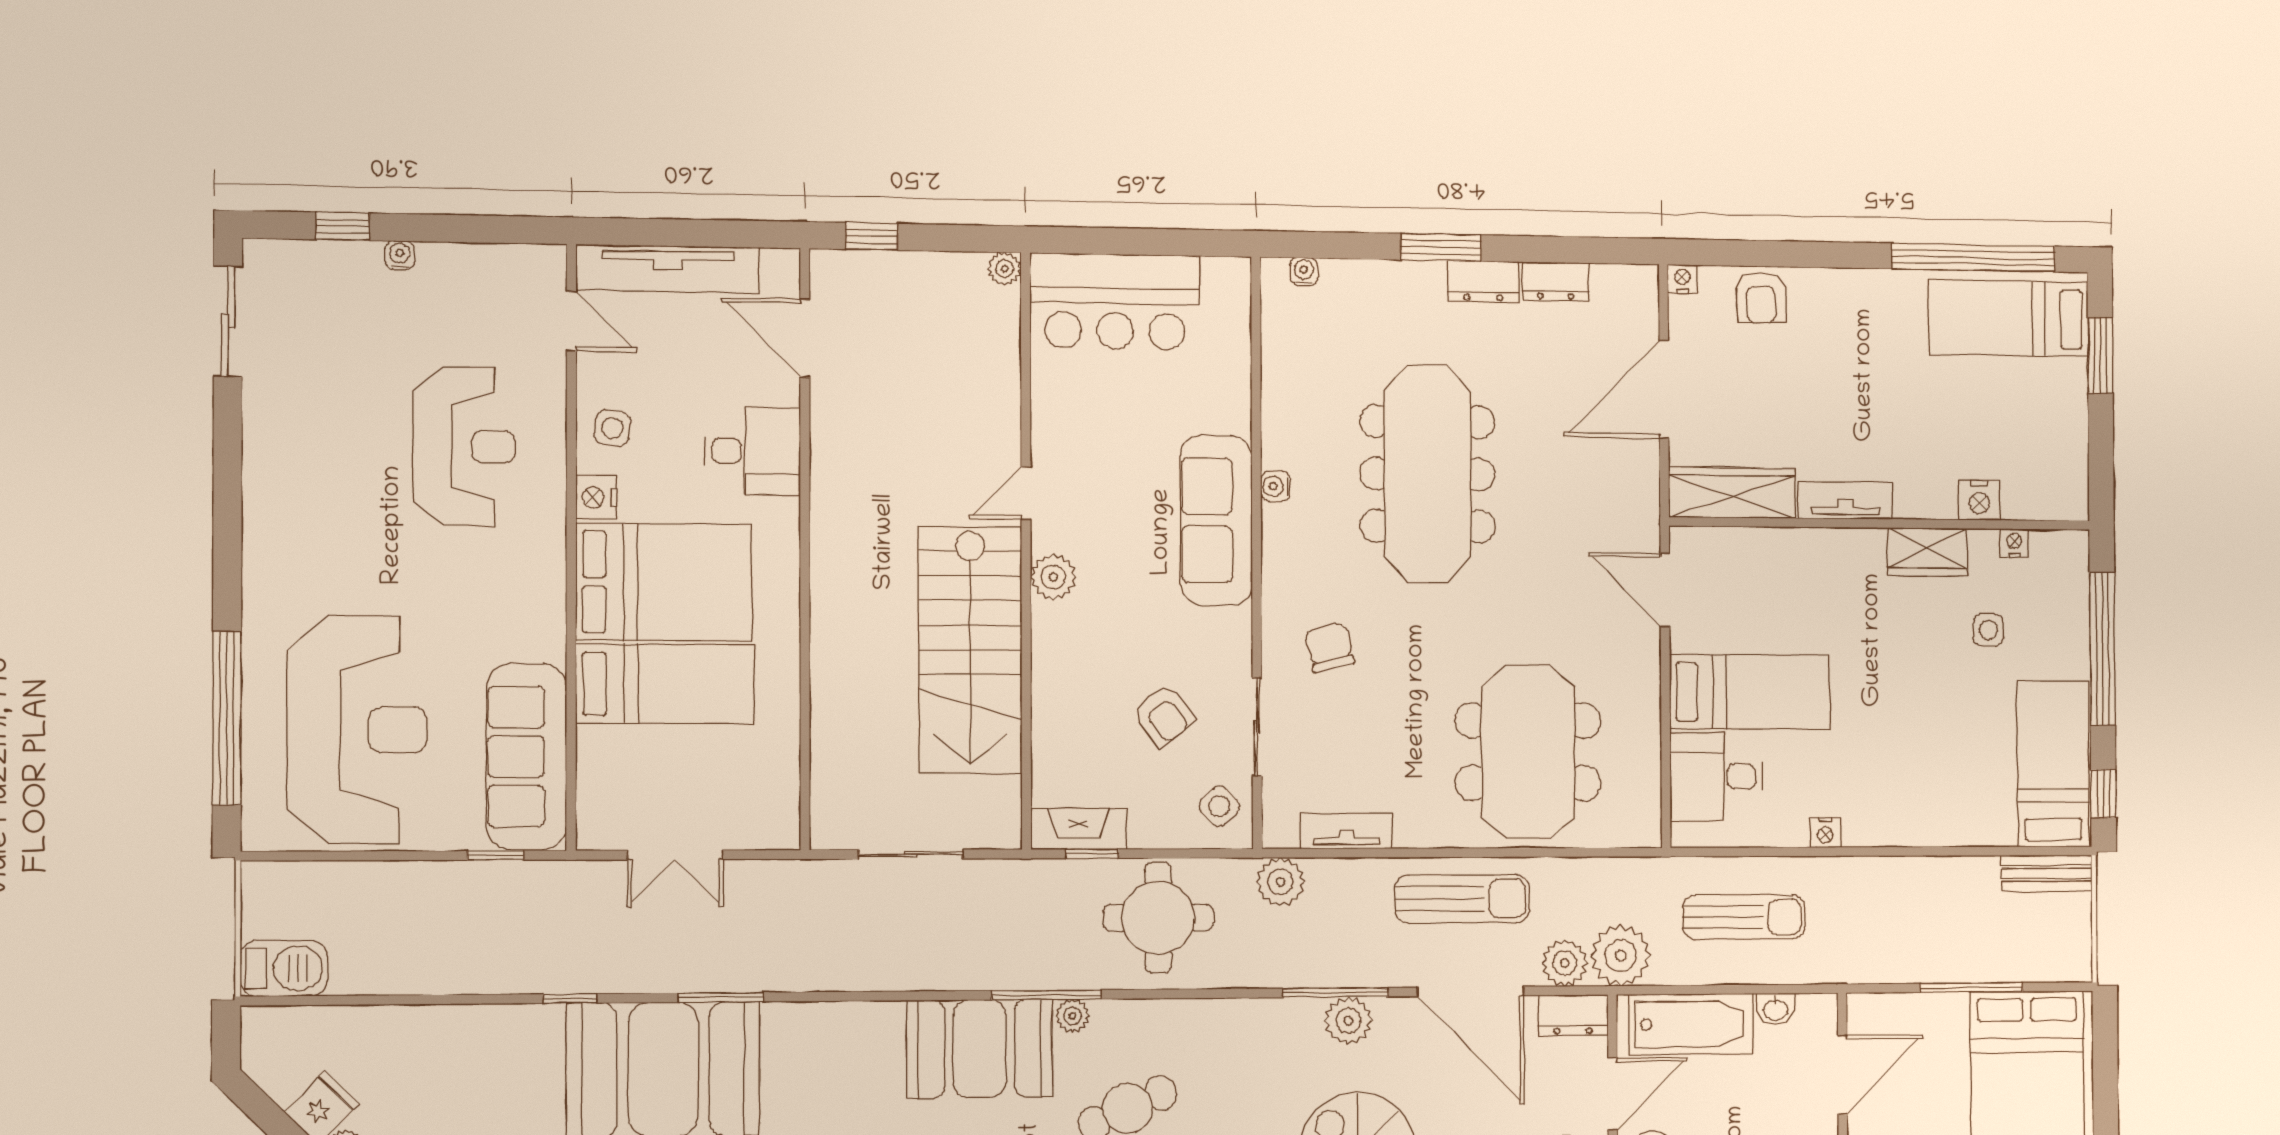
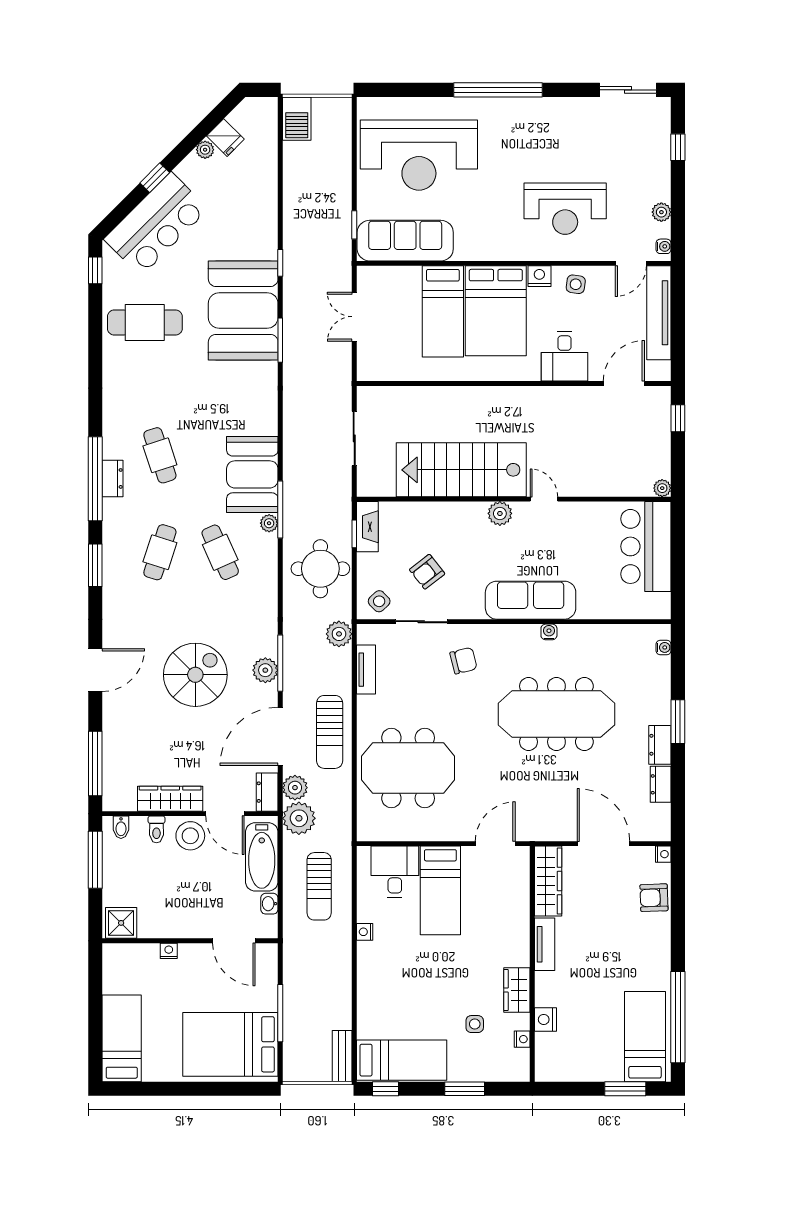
water cooler: (400, 255) -> (664, 246), moved
plant: (471, 261) -> (661, 212), added
window: (2102, 649) -> (465, 1089), width x0.47
window: (227, 718) -> (498, 90), moved

